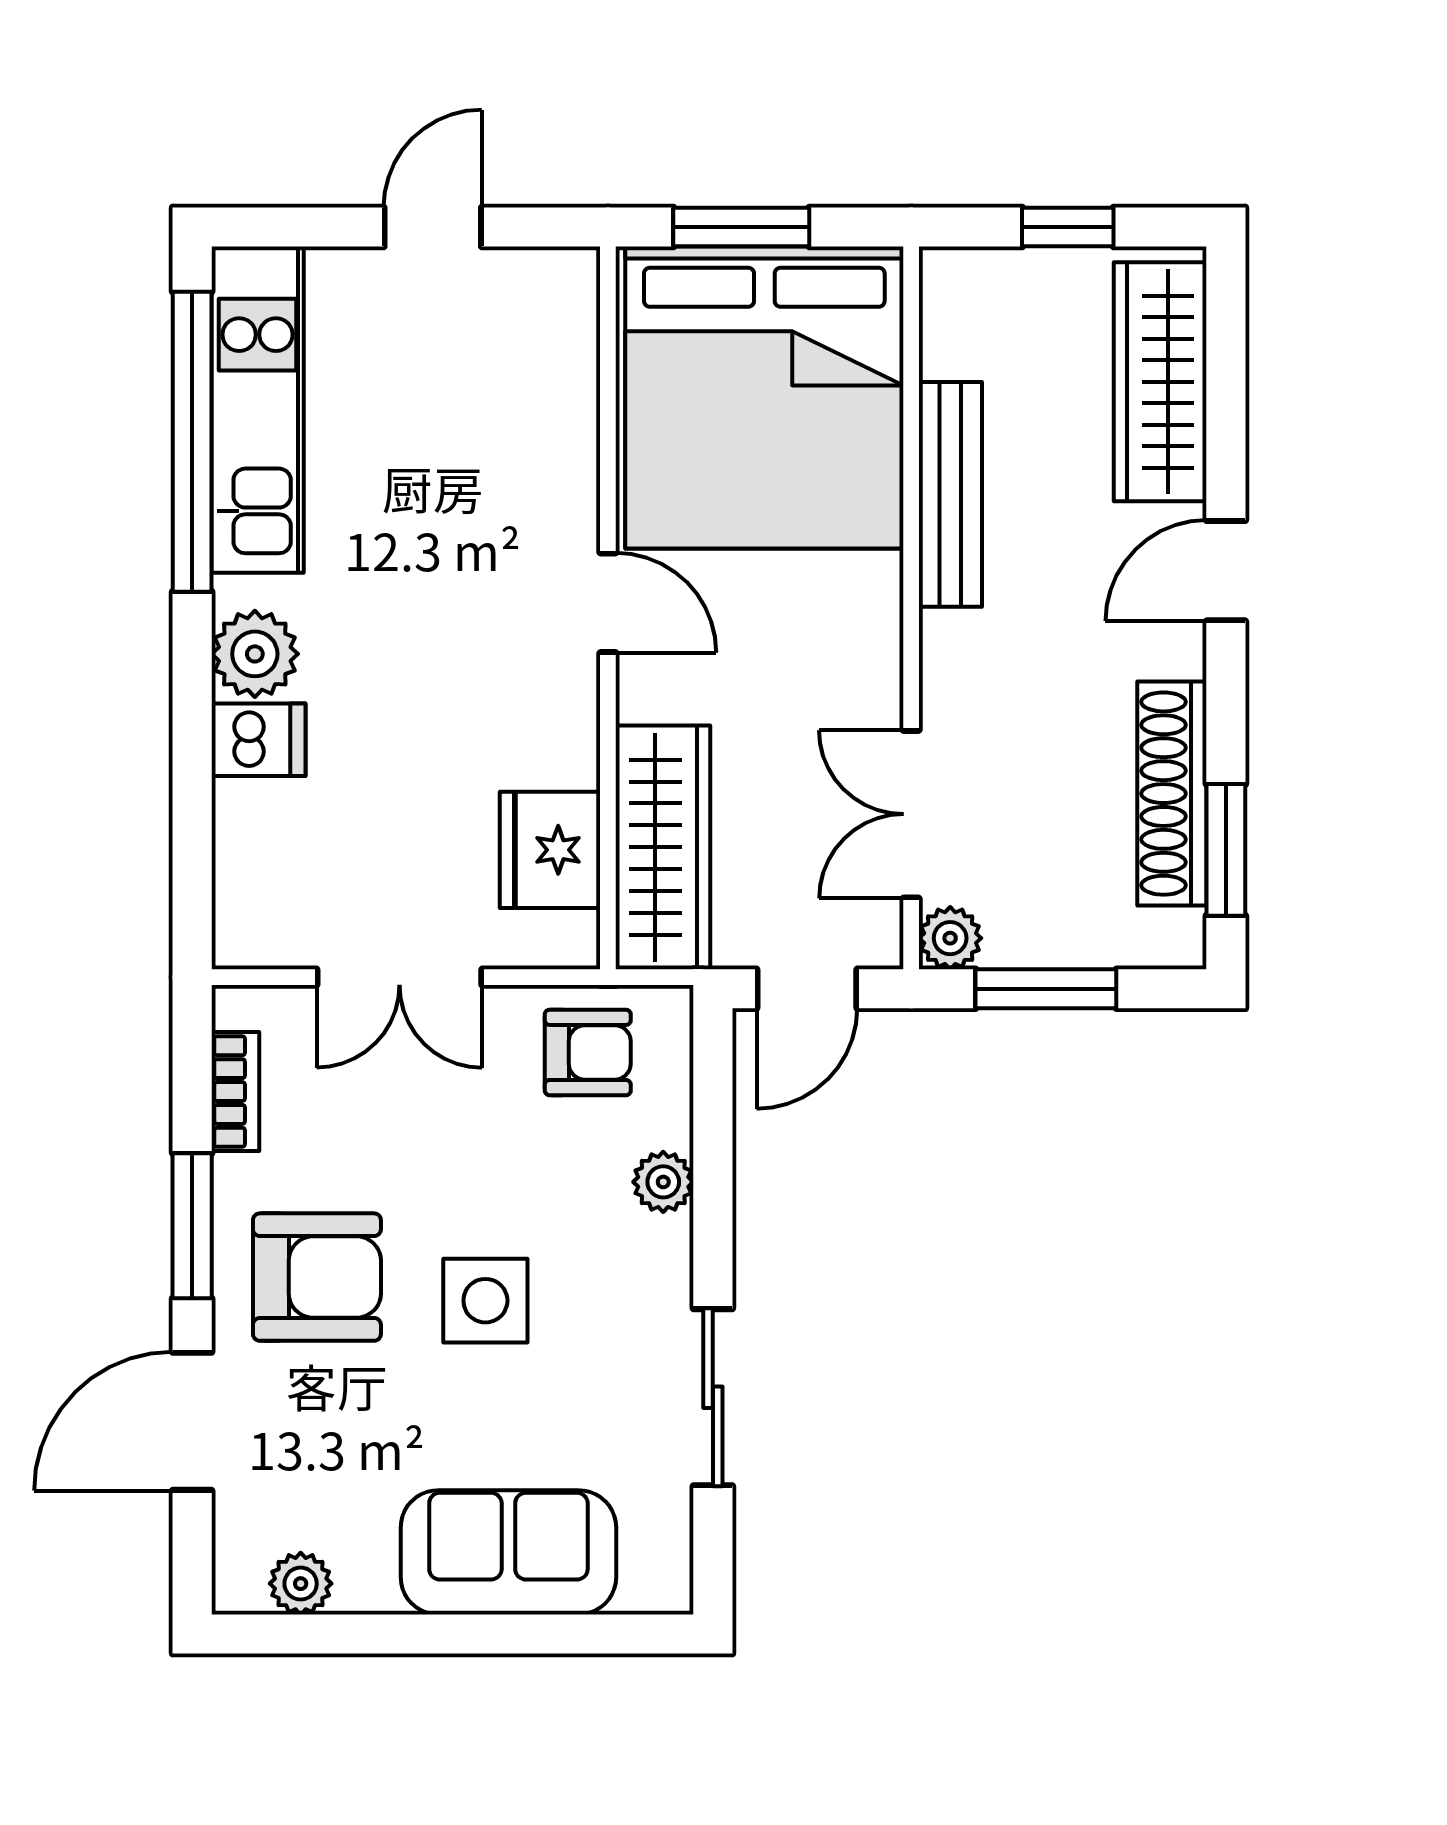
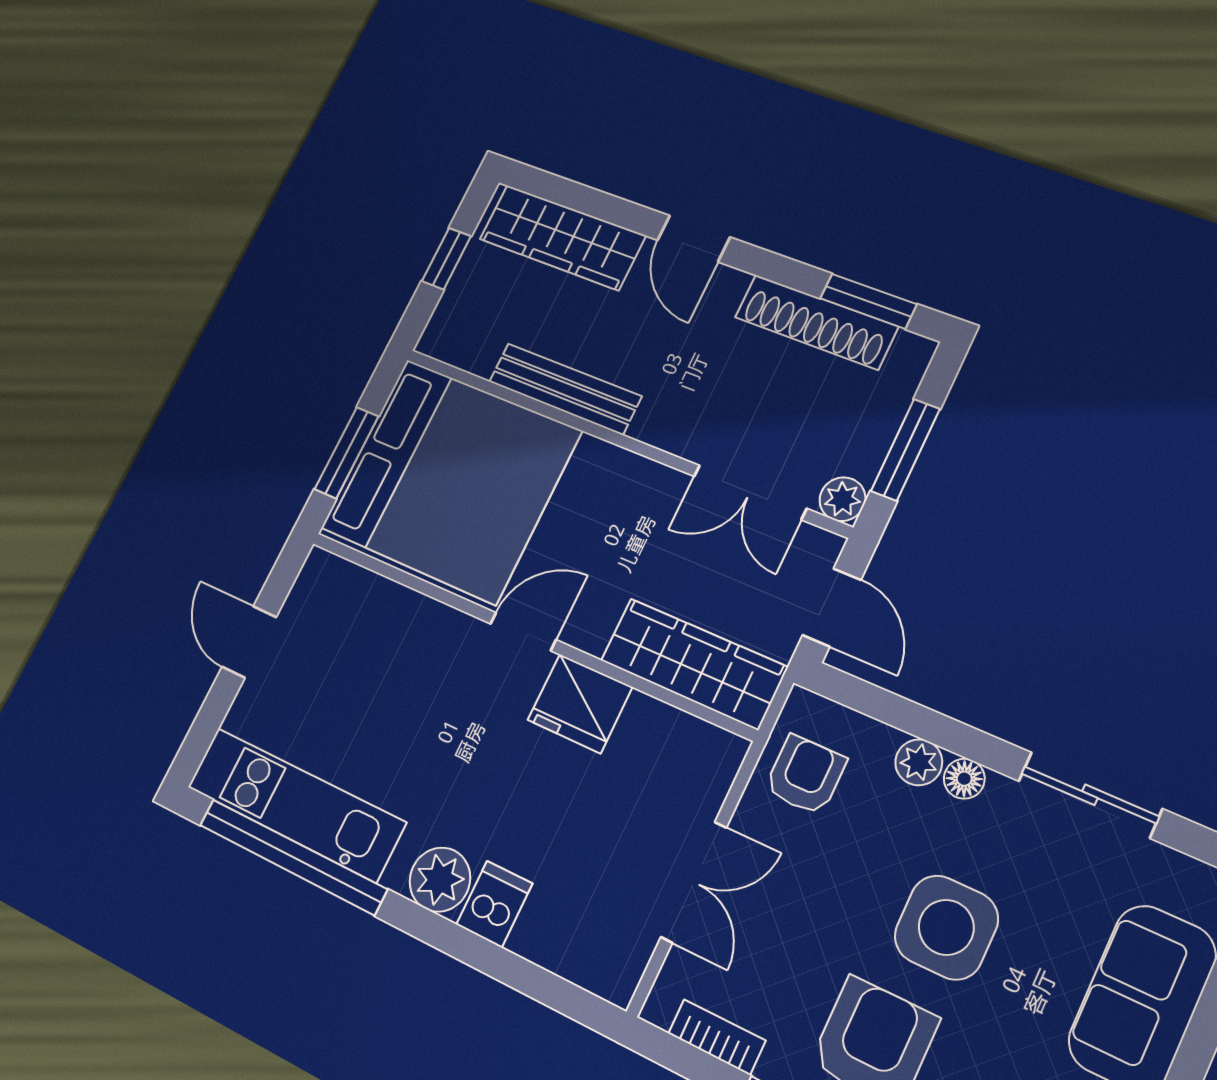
fridge: (550, 850) -> (580, 704), moved
floor lamp: (667, 1244) -> (964, 779), added
side table: (485, 1301) -> (946, 927), width x1.37, depth x1.37

